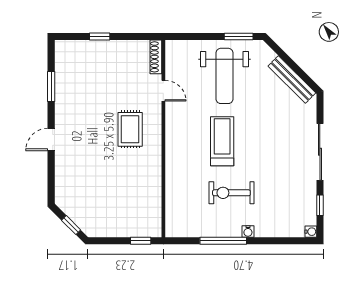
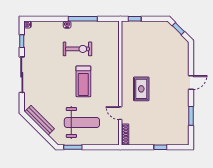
weight bench: (224, 76) -> (82, 122), turned 90

